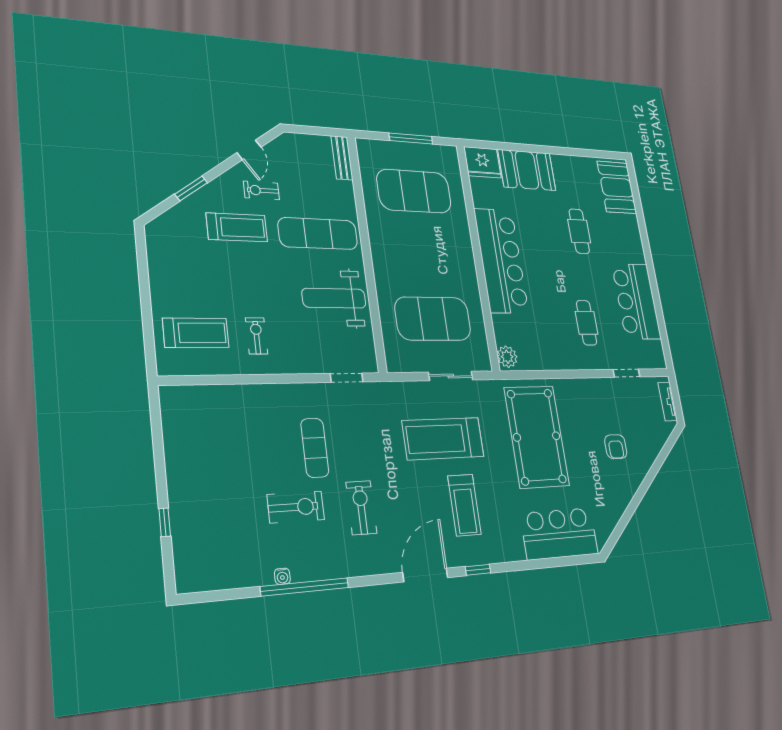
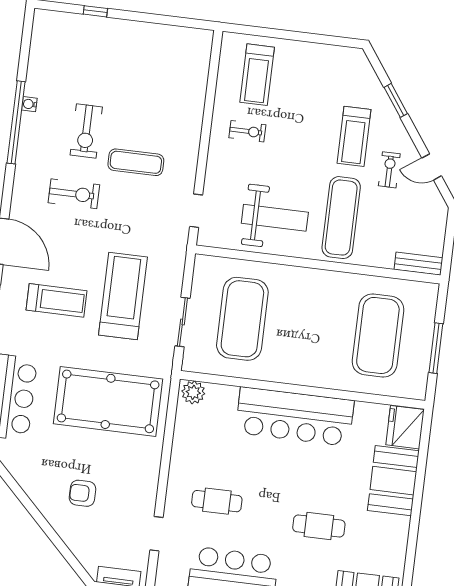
weight bench: (334, 298) -> (275, 218), turned 90
treadmill: (464, 505) -> (56, 300), turned 180

